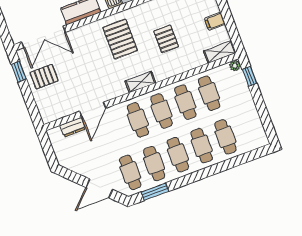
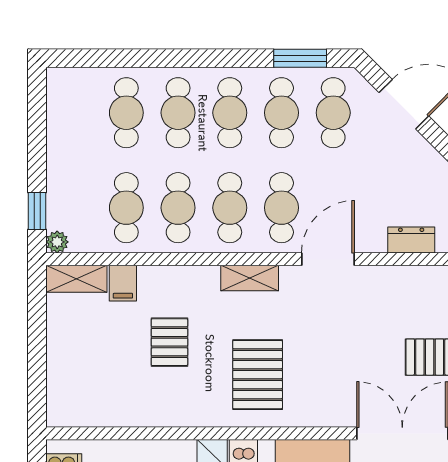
filing cabinet: (215, 21) -> (123, 283), moved, turned 90
door: (93, 110) -> (328, 259), moved

